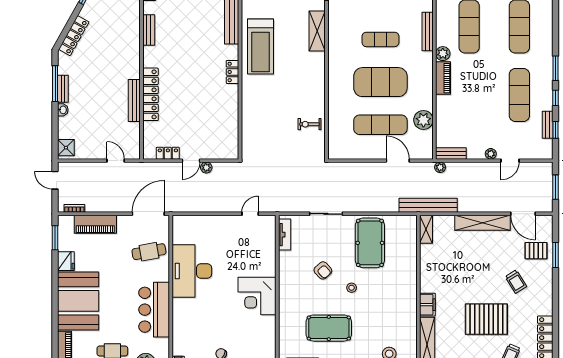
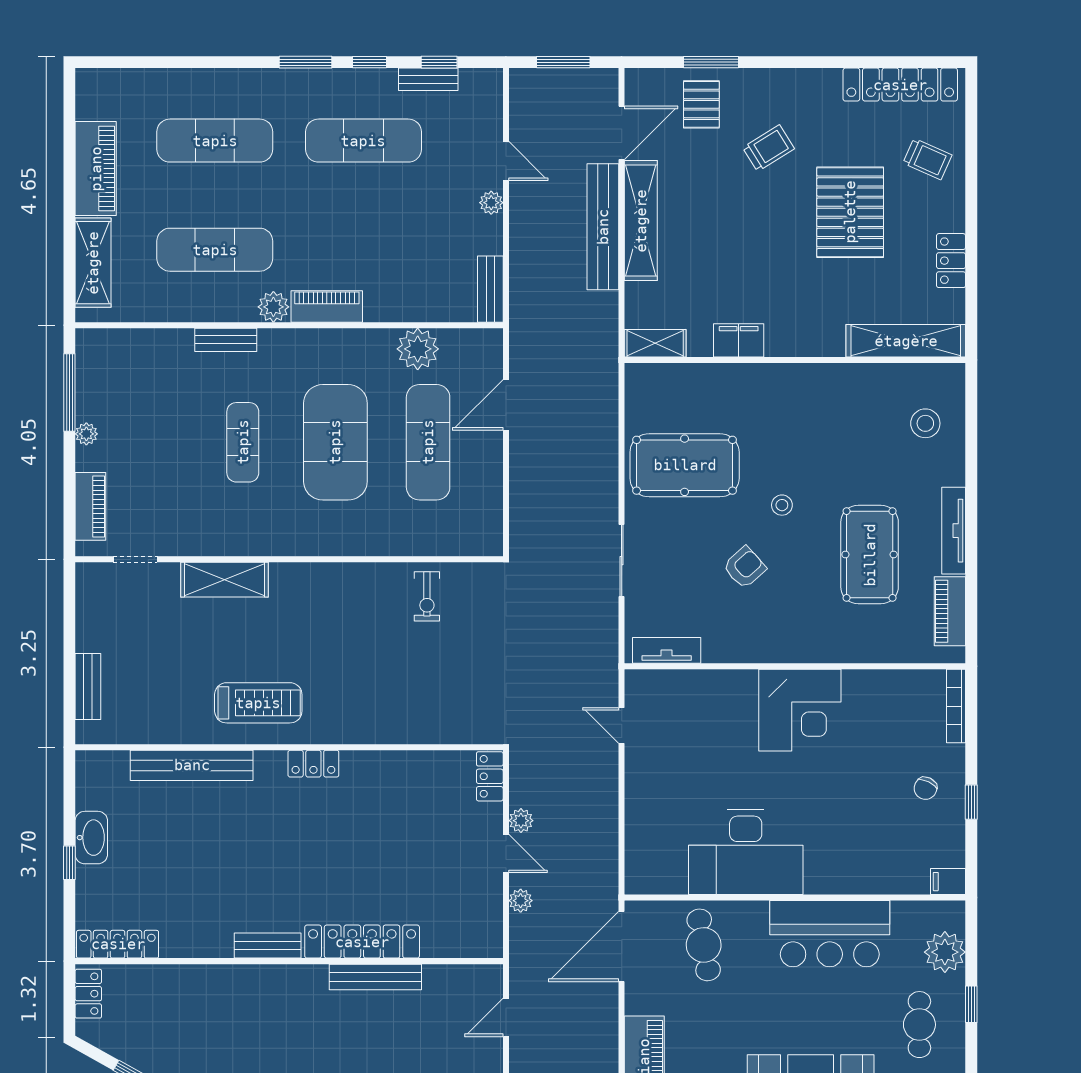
bench: (149, 30) -> (268, 946), moved
bench: (428, 32) -> (226, 340), width x0.73
treadmill: (260, 47) -> (258, 703), width x0.73, depth x0.73
locker: (168, 153) -> (490, 776), moved
plant: (440, 167) -> (521, 901), moved
bench: (428, 205) -> (603, 227), moved
door: (148, 214) -> (622, 946), hinge flipped
filing cabinet: (427, 305) -> (739, 340), moved

